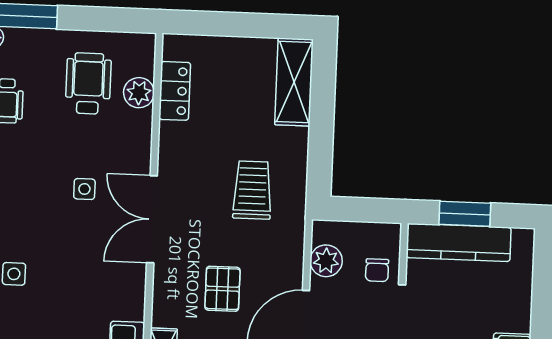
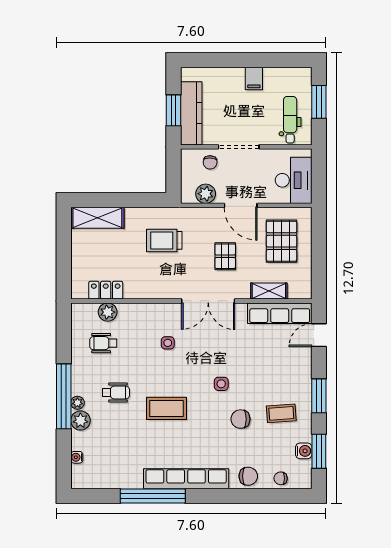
wheelchair: (88, 83) -> (103, 343), width x0.73, depth x0.73
double door: (152, 219) -> (208, 301), moved
chair: (377, 270) -> (210, 162), turned 93
pallet: (223, 289) -> (225, 256), turned 90

